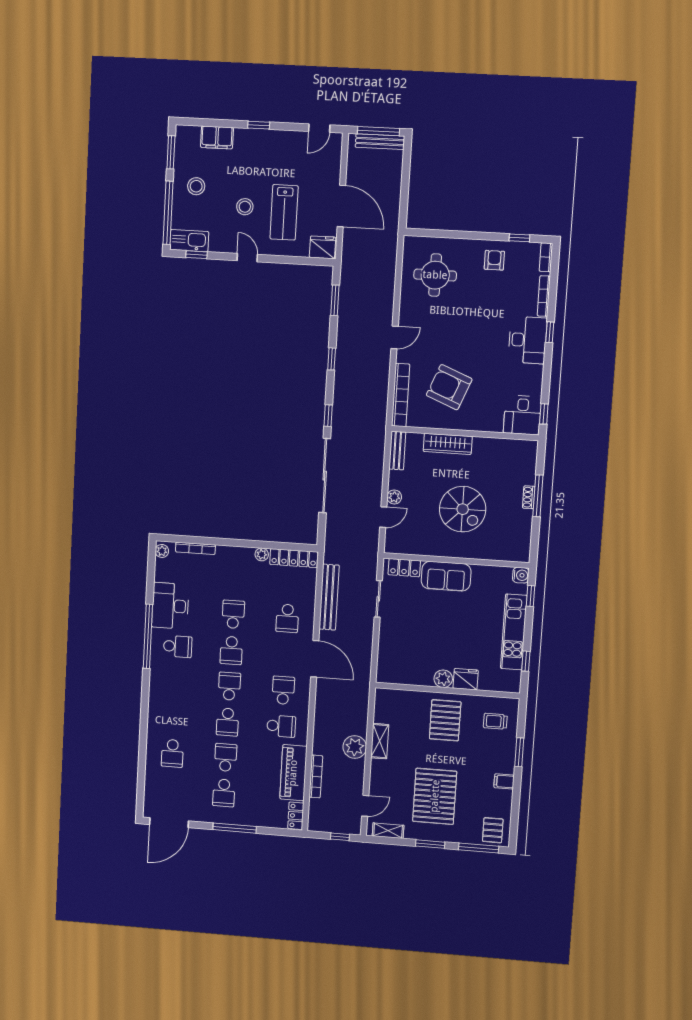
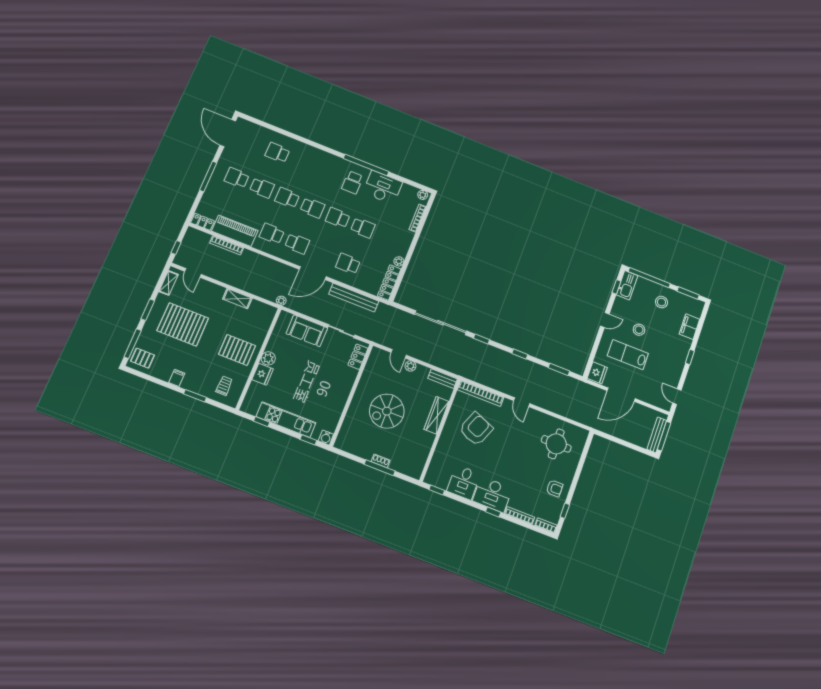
desk: (522, 415) -> (464, 482), moved, turned -90
sofa: (446, 576) -> (307, 331), moved, turned -90
school desk: (281, 726) -> (272, 234), turned 90
plant: (355, 747) -> (281, 301), moved, width x0.53, depth x0.53

